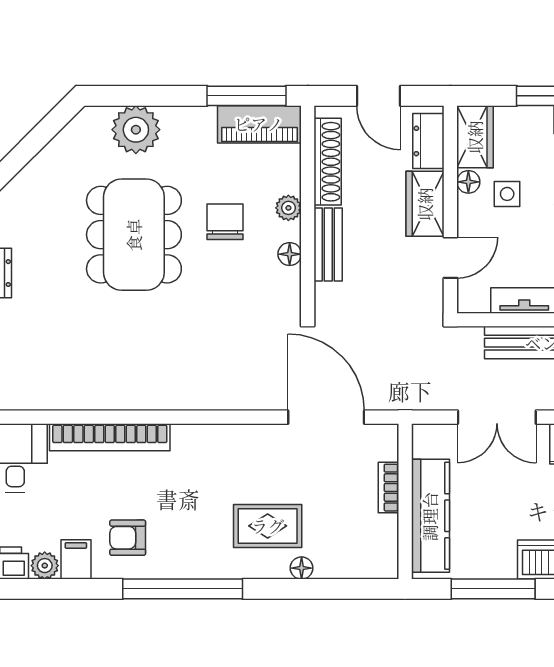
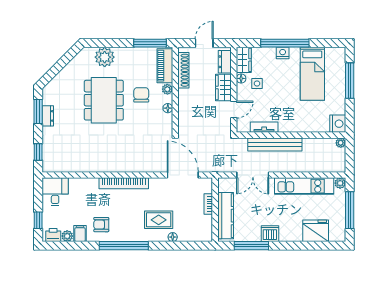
door: (378, 96) -> (204, 43), swing flipped
piano: (259, 124) -> (165, 66), moved, turned 90
bench: (328, 244) -> (184, 104), removed
bookcase: (110, 437) -> (124, 183), moved

